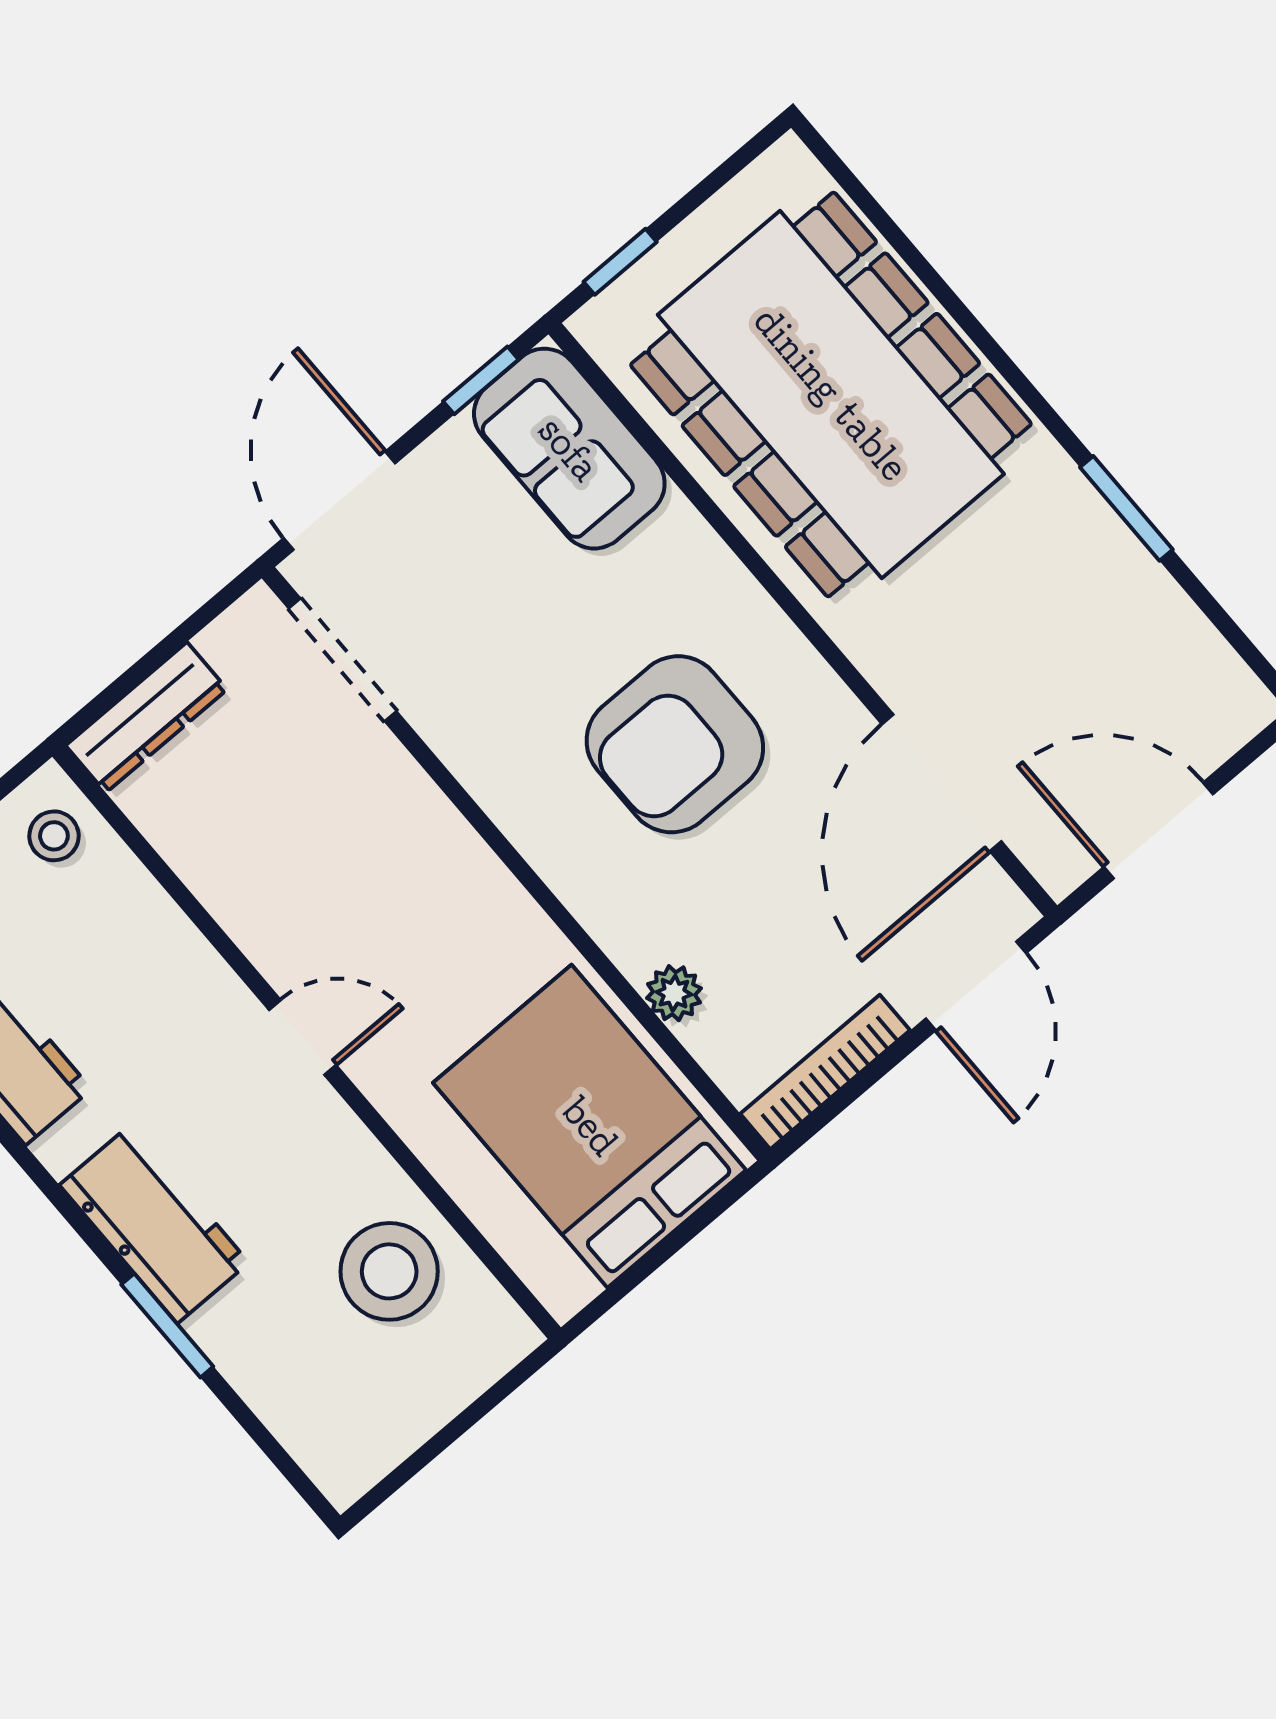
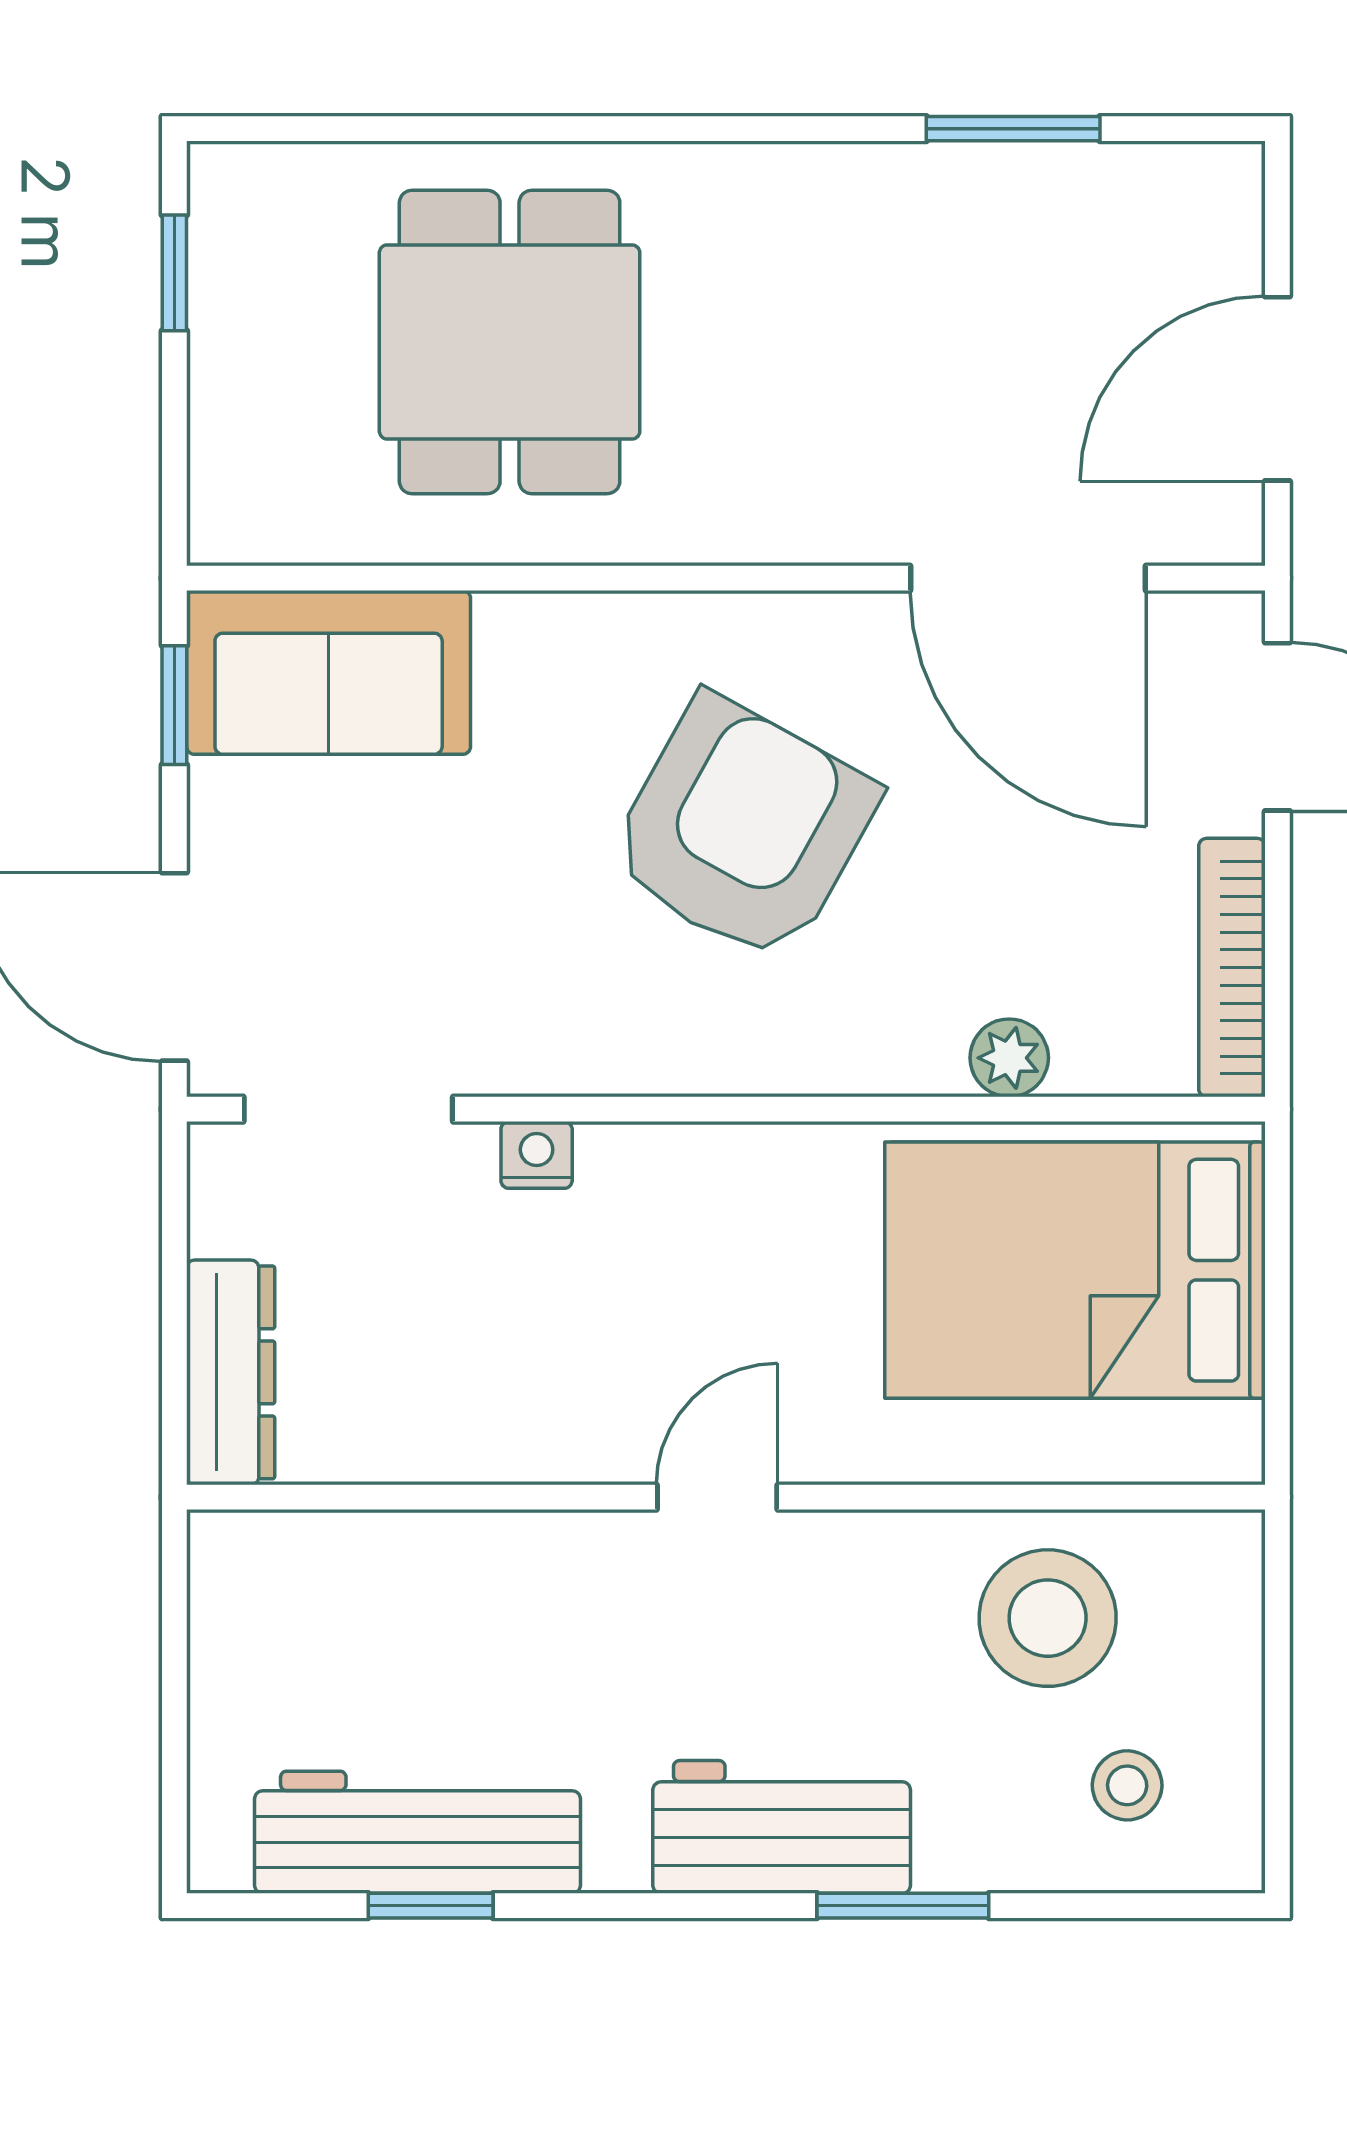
window: (620, 262) -> (174, 273), moved
dining table: (831, 394) -> (510, 342), width x0.53, depth x0.80
window: (1126, 508) -> (1013, 129), moved
armchair: (675, 744) -> (743, 829), turned -151
nightstand: (404, 783) -> (537, 1155), added
stool: (54, 836) -> (1127, 1785), moved

